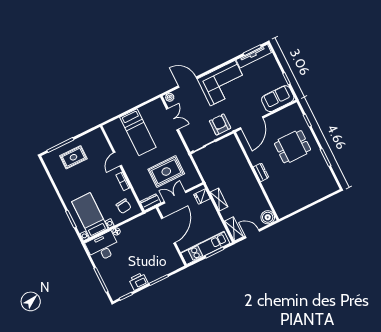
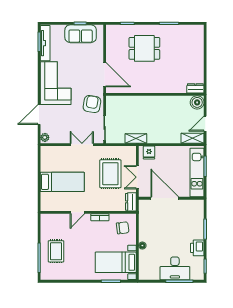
sofa: (278, 99) -> (81, 34), moved, turned -90
double door: (173, 119) -> (82, 145), moved
armchair: (220, 124) -> (92, 104), turned 99
dining table: (293, 147) -> (144, 48), turned 90
door: (117, 159) -> (77, 212), hinge flipped
dresser: (261, 172) -> (195, 88), moved
shelving: (219, 199) -> (136, 139), moved
desk: (103, 247) -> (175, 268), moved, turned -90

